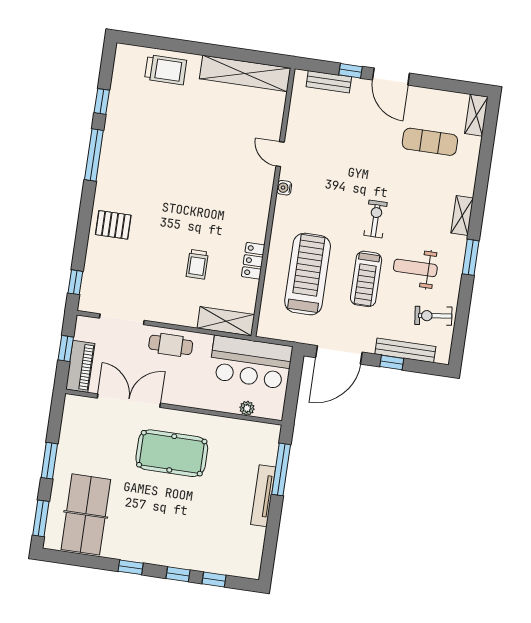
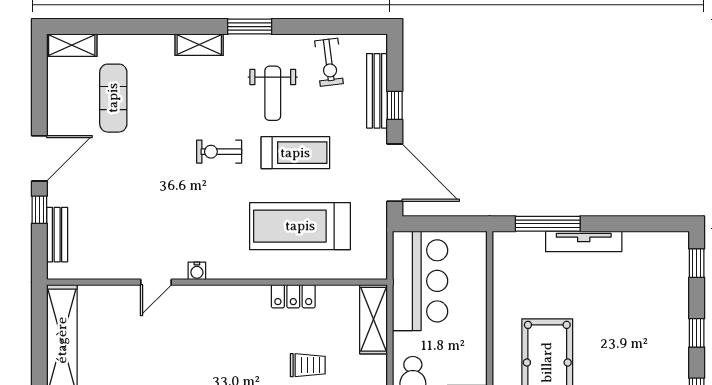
plant: (247, 408) -> (478, 277), removed
window: (214, 579) -> (697, 263), moved

